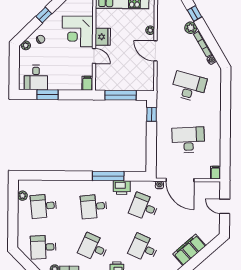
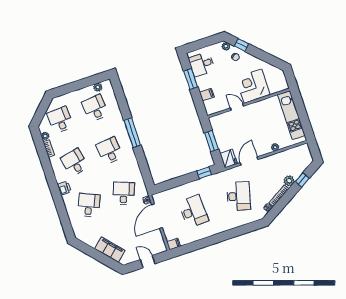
window: (44, 15) -> (242, 45), moved
fridge: (103, 37) -> (229, 159), moved, turned -90
door: (156, 51) -> (249, 161), moved
door: (94, 56) -> (237, 107), swing flipped
filing cabinet: (87, 83) -> (207, 95), moved
window: (121, 95) -> (211, 141), width x0.69
window: (108, 176) -> (132, 133), moved
printer: (122, 188) -> (134, 169), removed
door: (225, 206) -> (148, 262), hinge flipped
desk: (93, 248) -> (75, 162), turned -36
filing cabinet: (189, 250) -> (110, 250), moved

